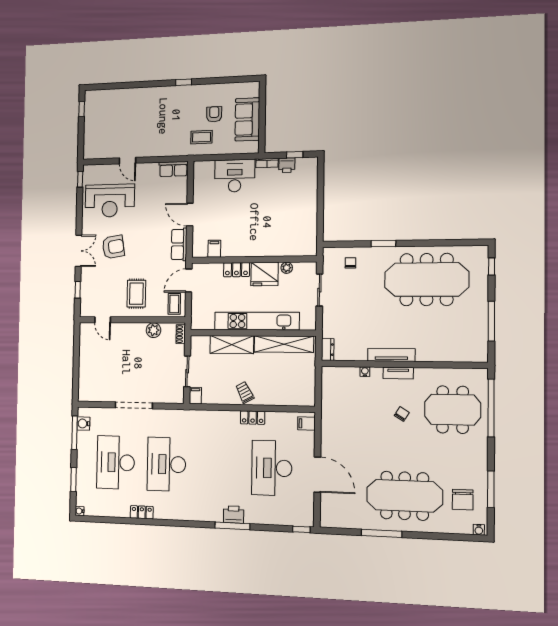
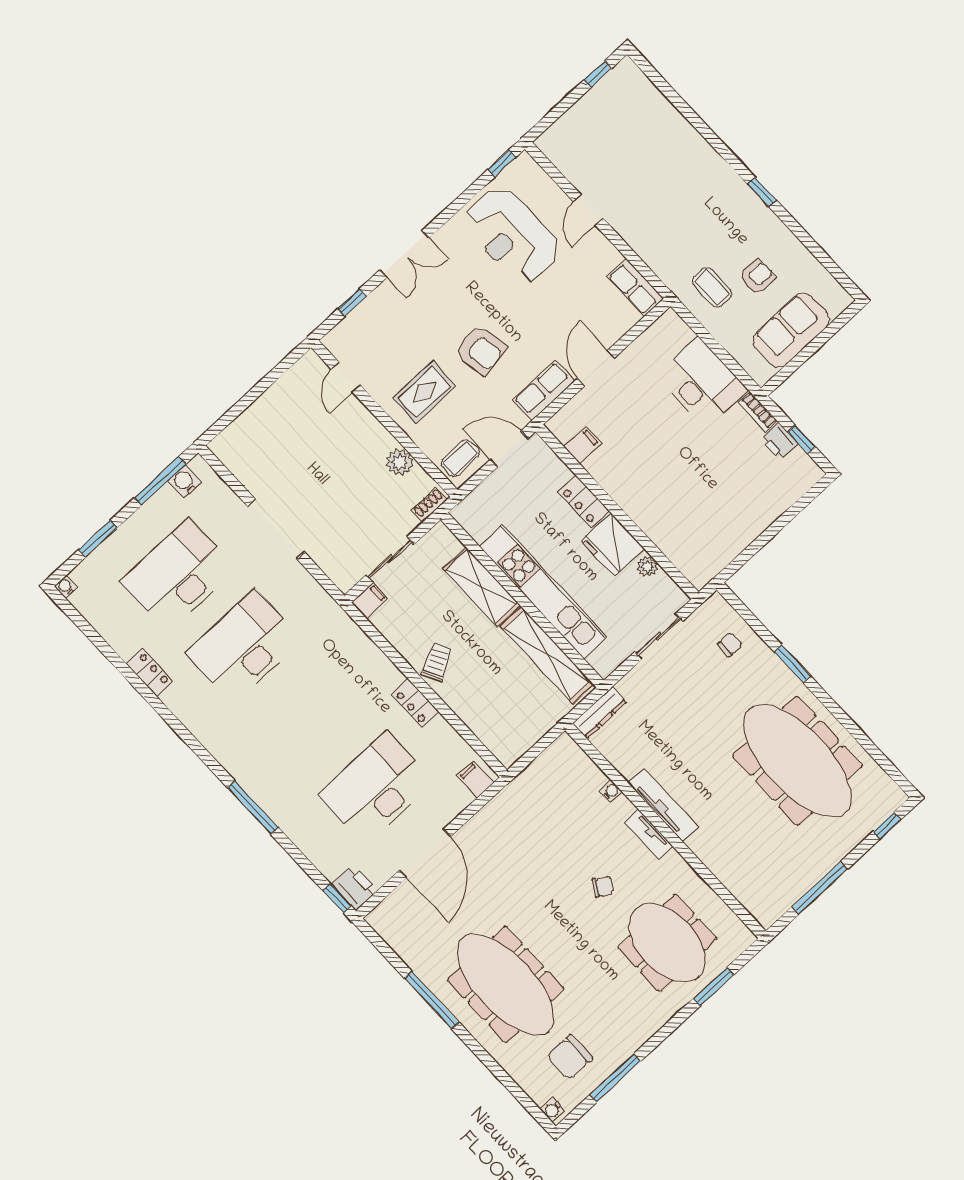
armchair: (113, 247) -> (480, 350), moved
dresser: (328, 350) -> (600, 713), width x1.44
window: (491, 408) -> (714, 987), width x0.47
printer: (234, 515) -> (354, 888), moved

